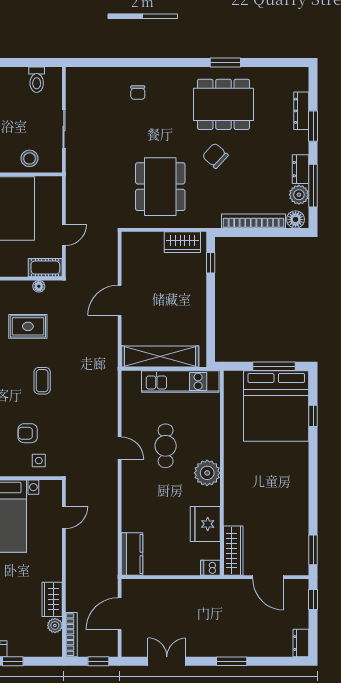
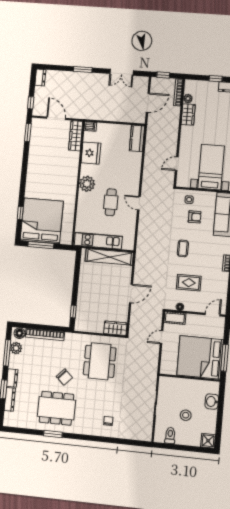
stool: (29, 158) -> (186, 415), moved
dresser: (301, 169) -> (12, 378), moved
wardrobe: (182, 242) -> (115, 328), moved

